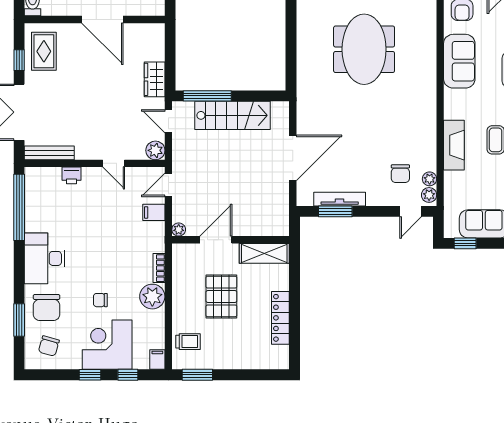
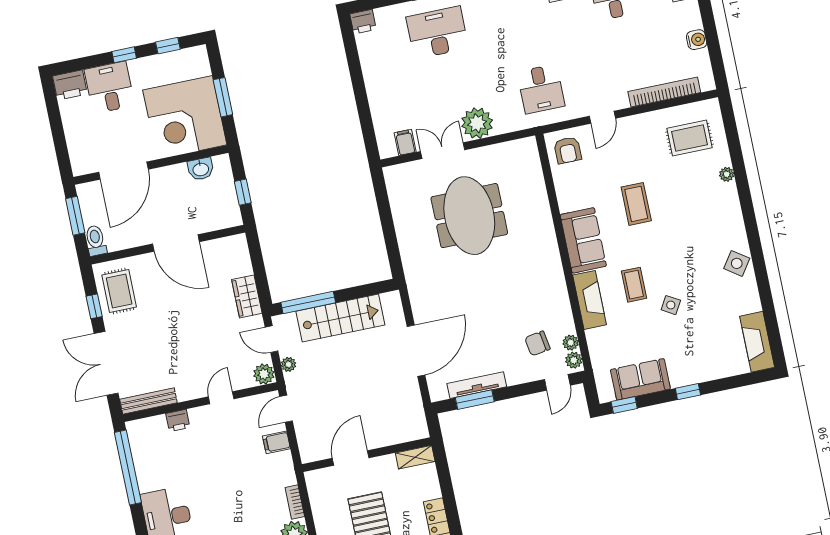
sofa: (459, 61) -> (583, 240), moved
door: (114, 163) -> (221, 398), swing flipped
chair: (400, 174) -> (537, 343), turned 81
plant: (179, 230) -> (288, 364), moved
shelving: (264, 253) -> (415, 457), width x0.67, depth x0.75

